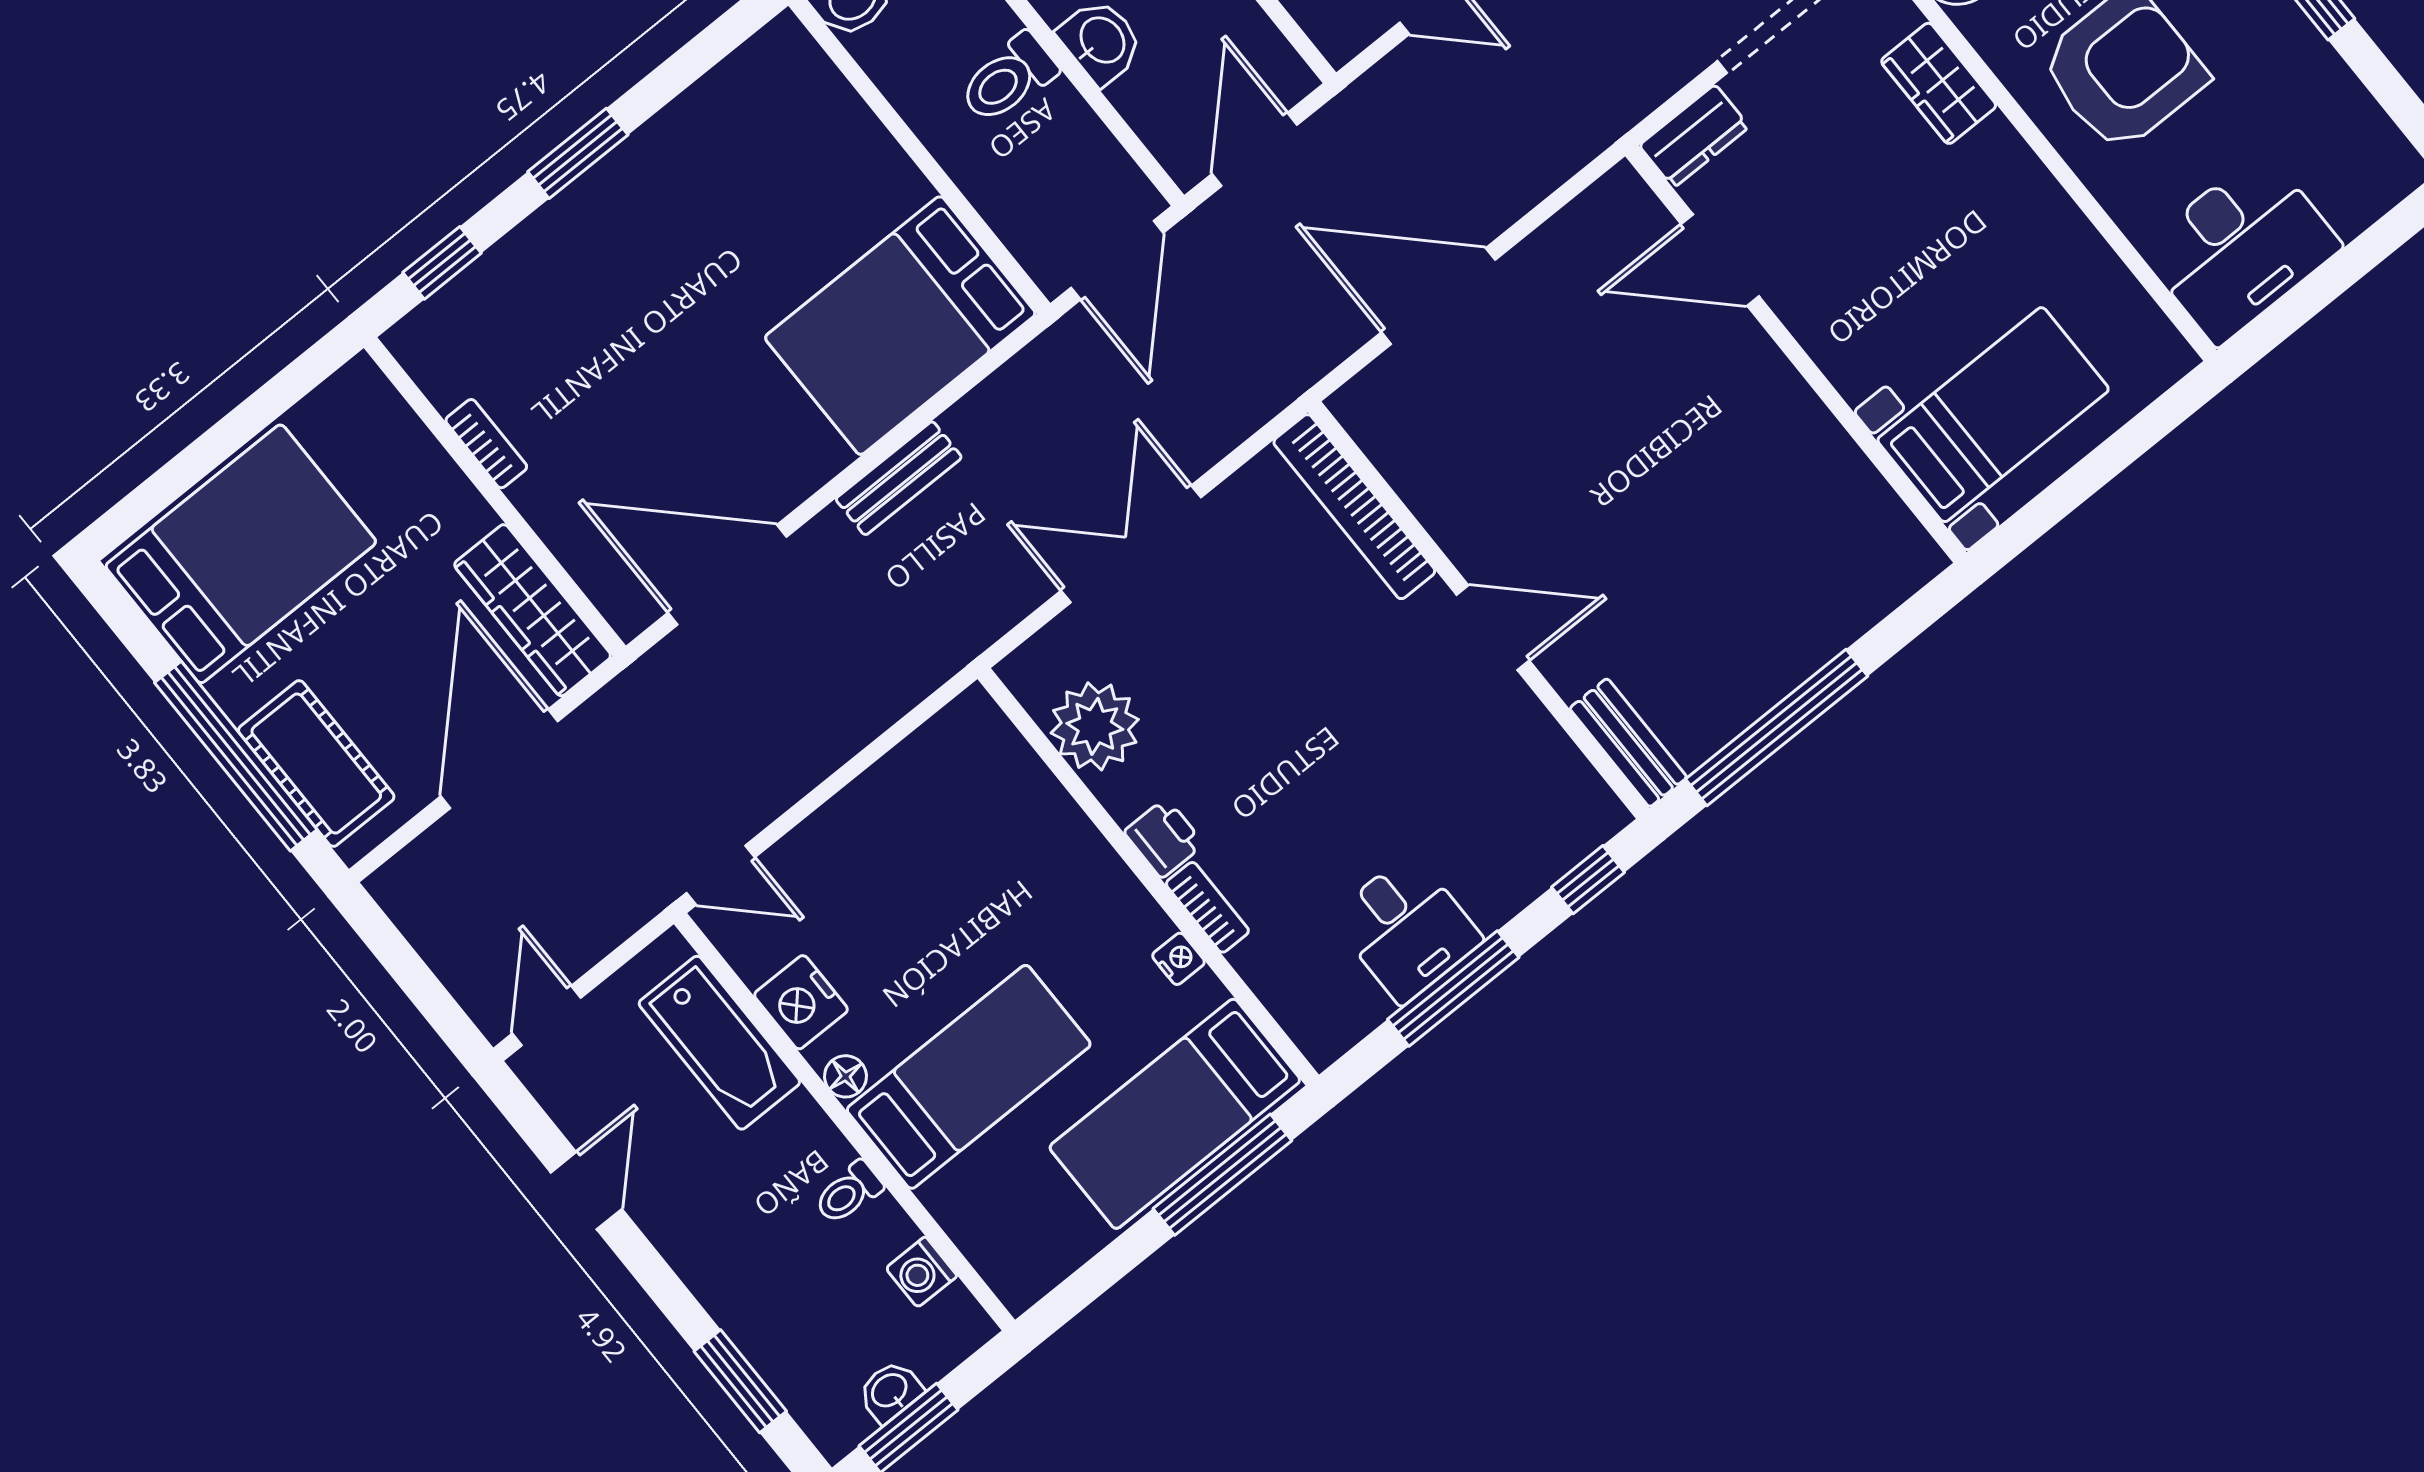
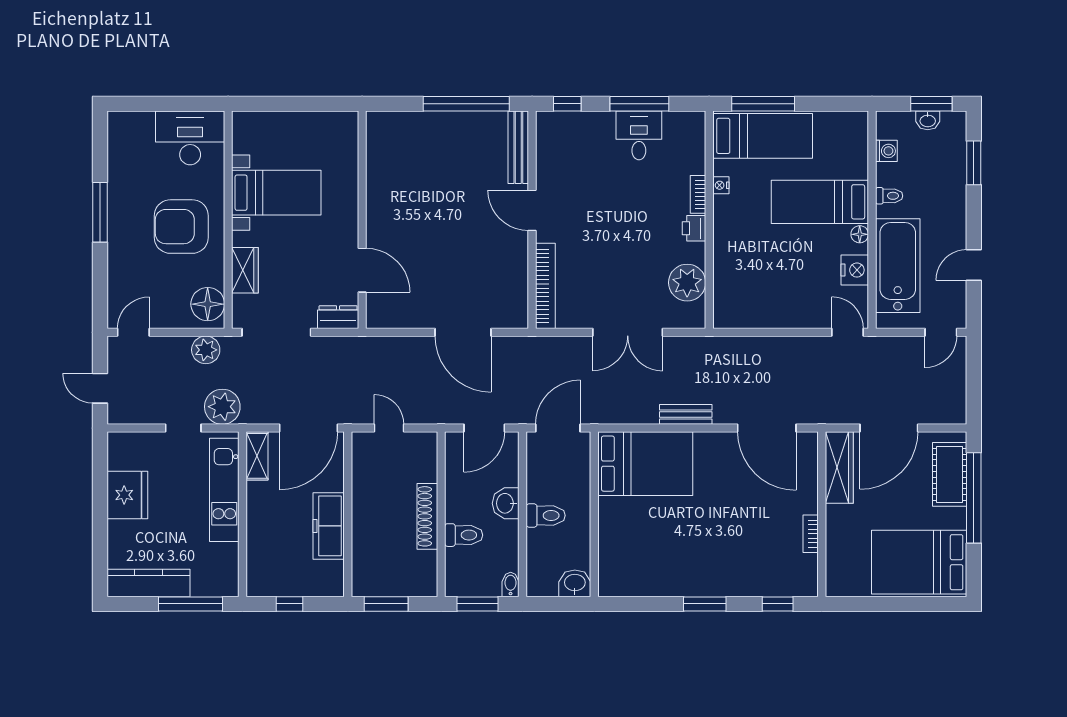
bed with nightstands: (1993, 415) -> (276, 193), moved, turned 180
bench: (1628, 743) -> (518, 147), width x1.36
bathtub: (719, 1043) -> (898, 266), width x1.36, depth x1.36

